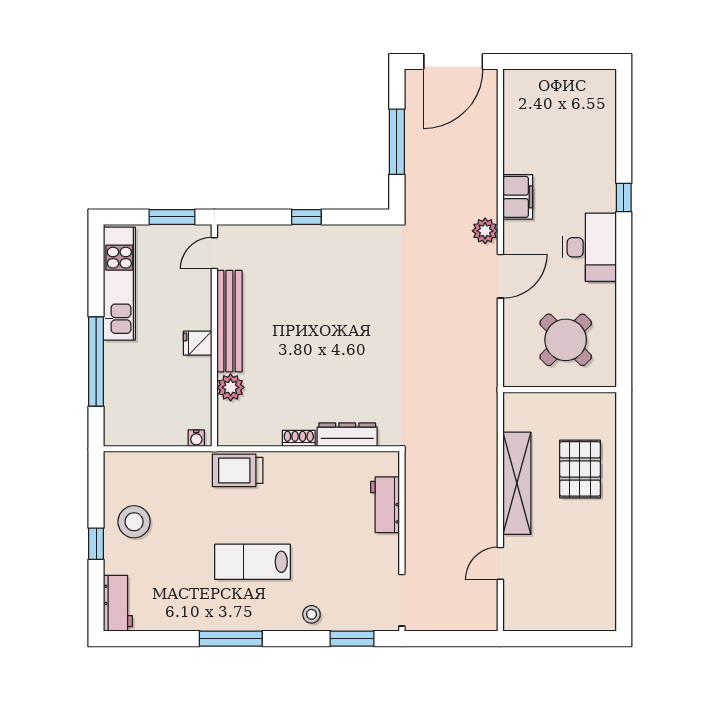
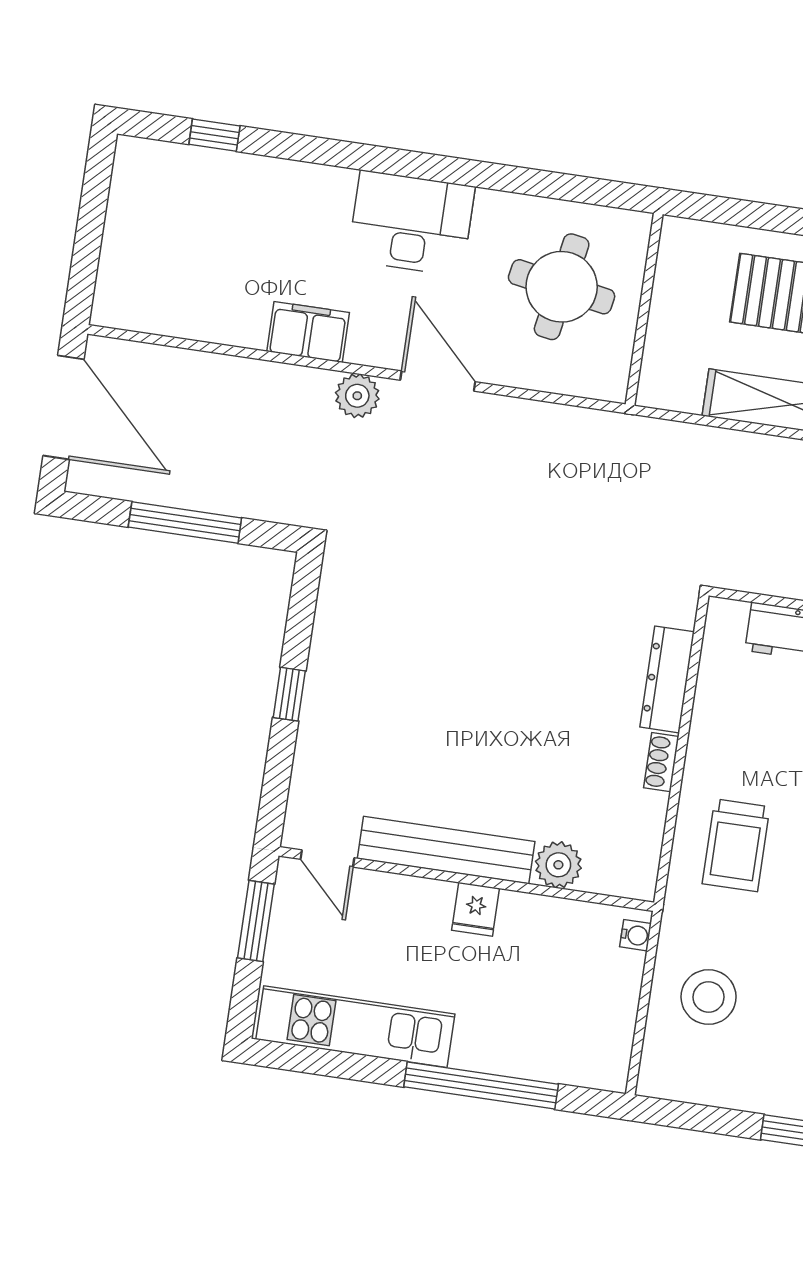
window: (624, 197) -> (214, 135), moved
round table: (566, 340) -> (562, 287), turned -35
trolley: (238, 470) -> (736, 845), moved
stool: (134, 522) -> (709, 997), moved

